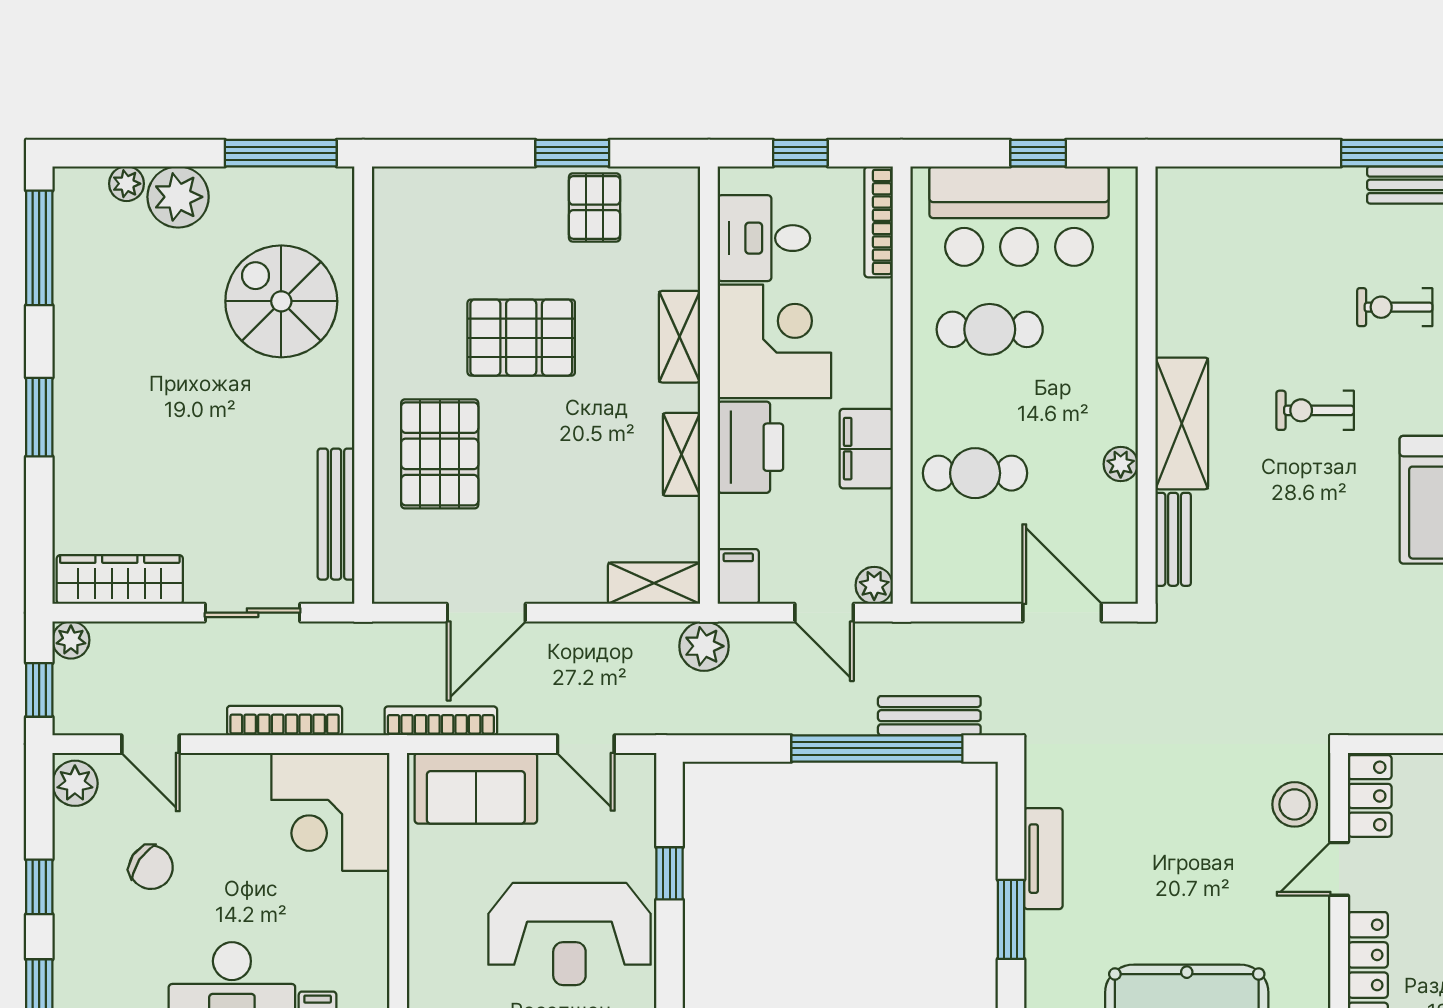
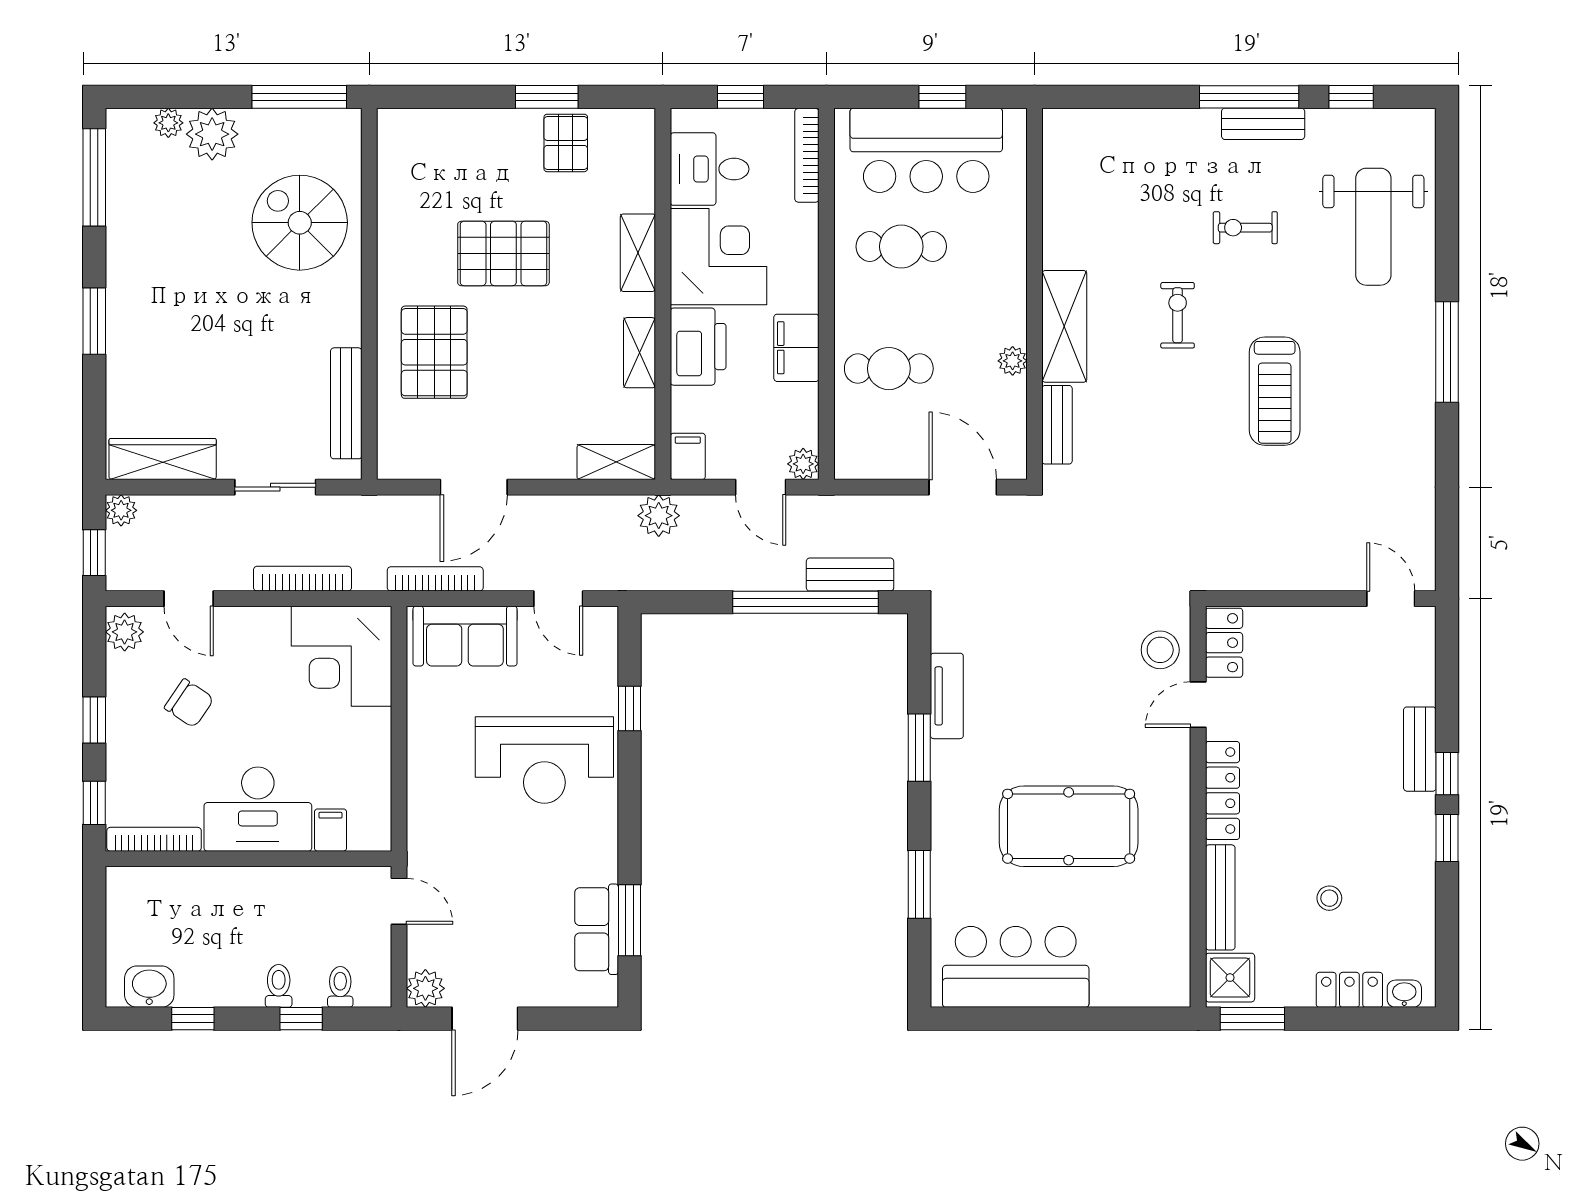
exercise bike: (1315, 410) -> (1178, 315), turned 90

